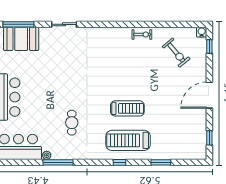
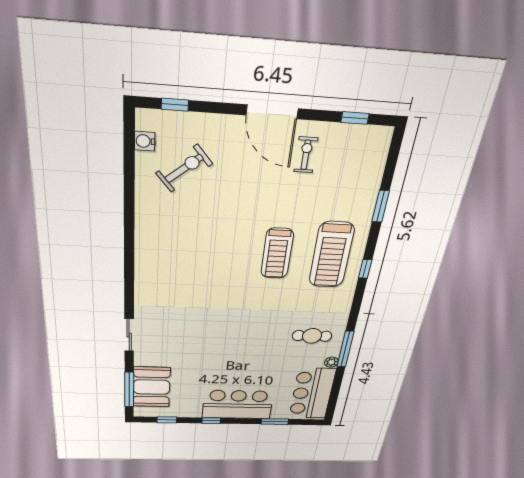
water cooler: (202, 32) -> (145, 141), moved
exercise bike: (142, 35) -> (306, 155), moved
treadmill: (127, 108) -> (277, 253), turned 180
cafe table: (72, 123) -> (312, 336), moved

